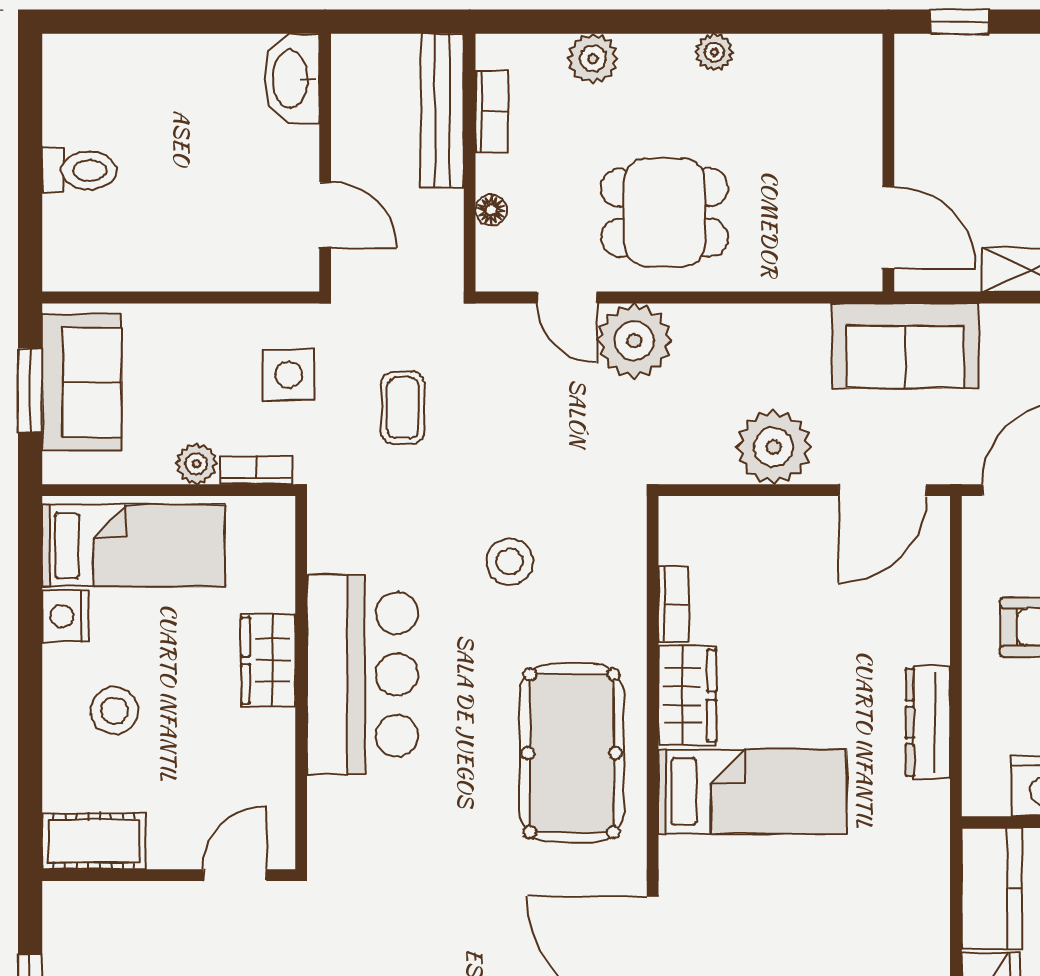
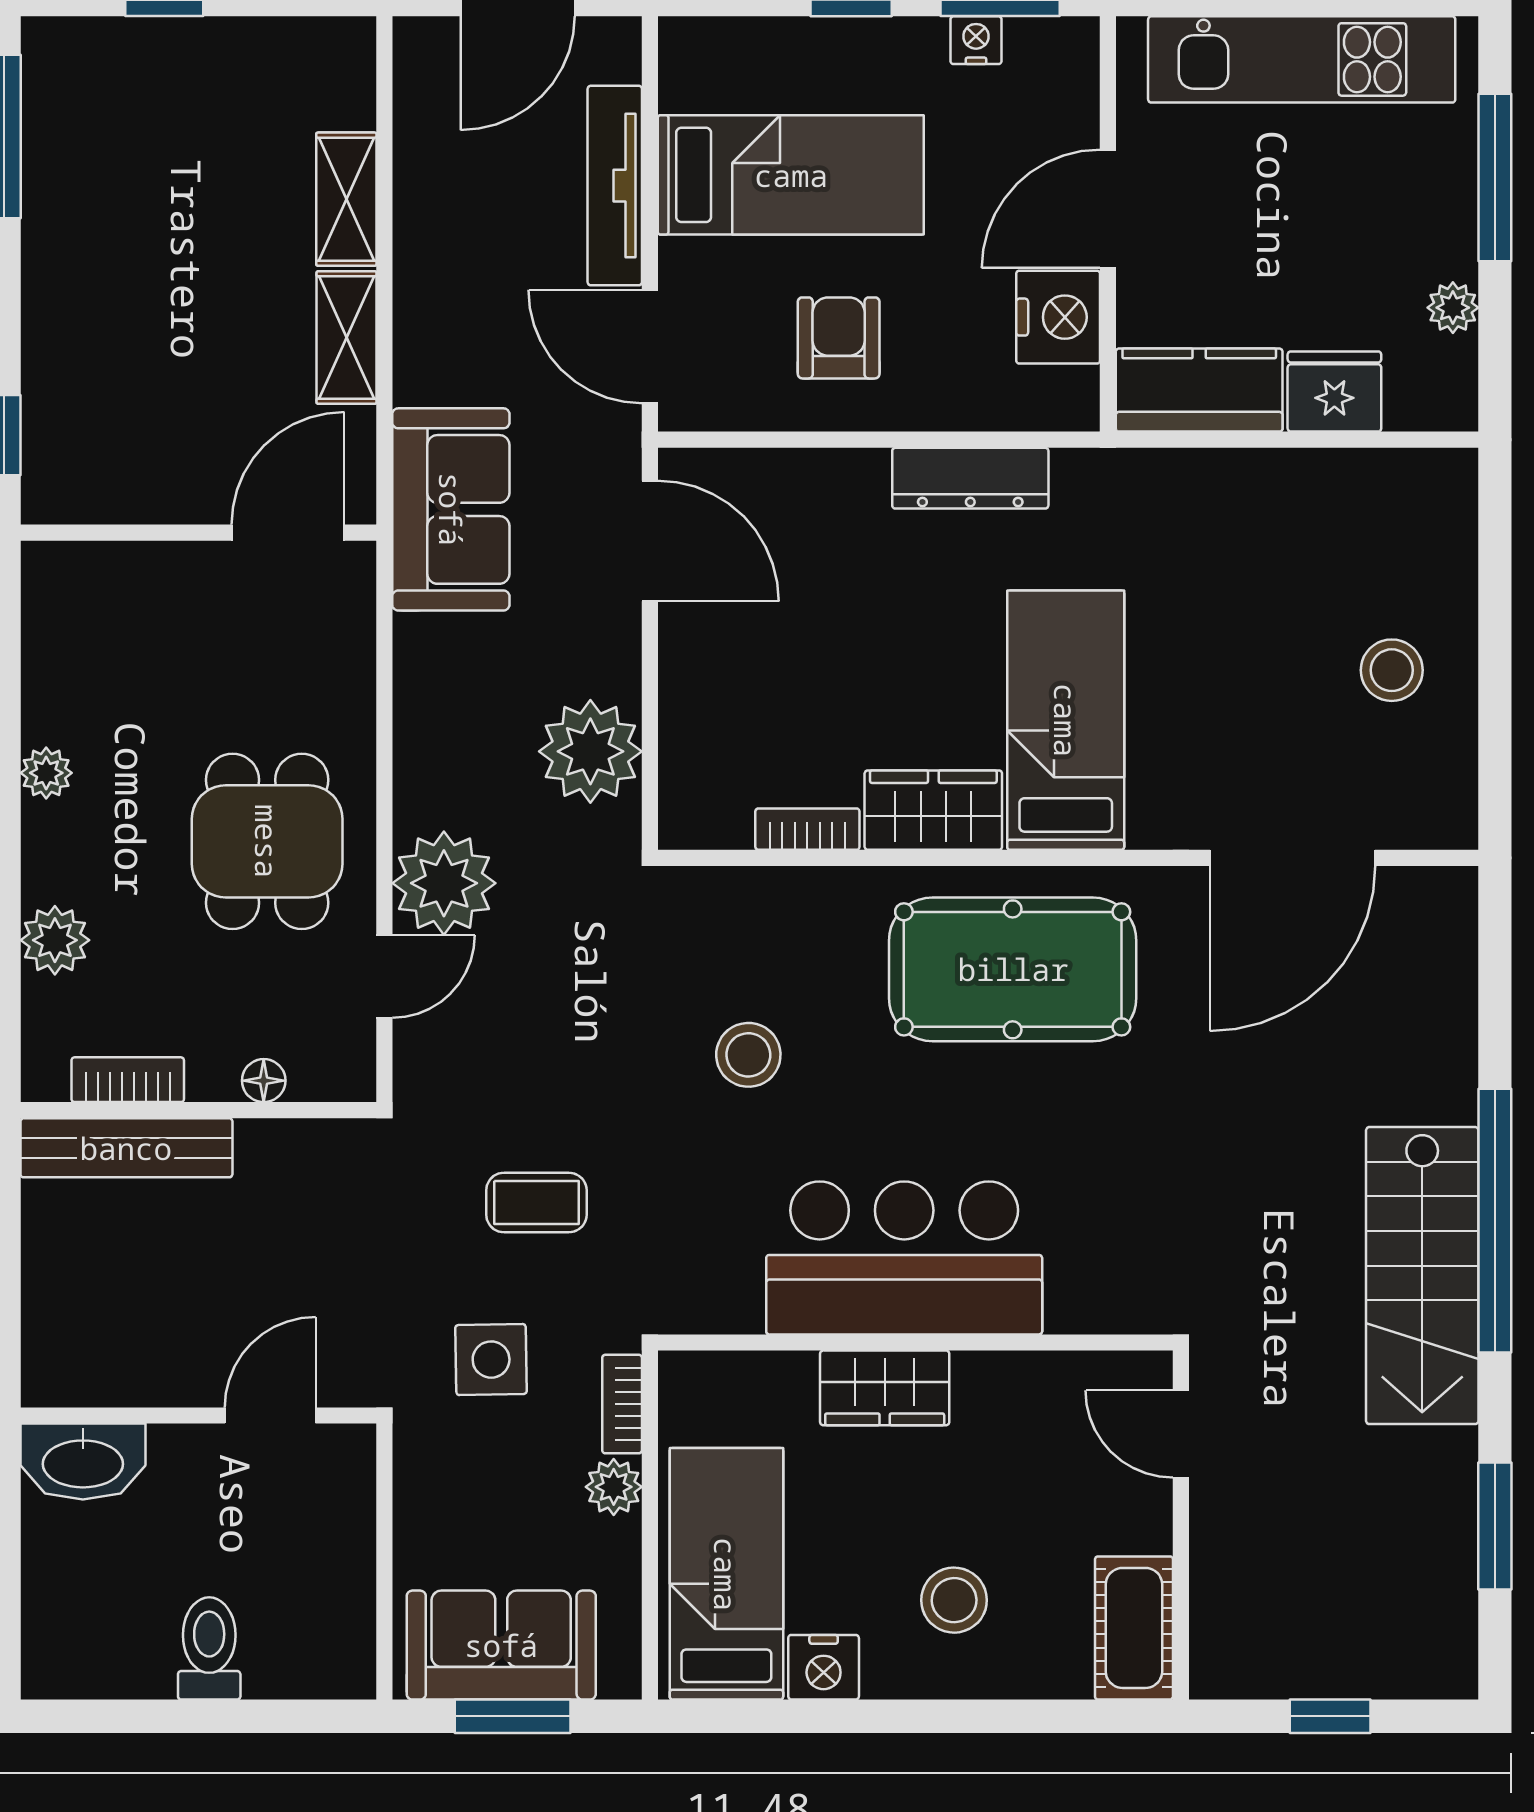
washbasin: (292, 79) -> (83, 1462), moved
wall: (325, 163) -> (198, 1416), moved
door: (325, 215) -> (270, 1416), moved
plant: (774, 447) -> (590, 751), moved

